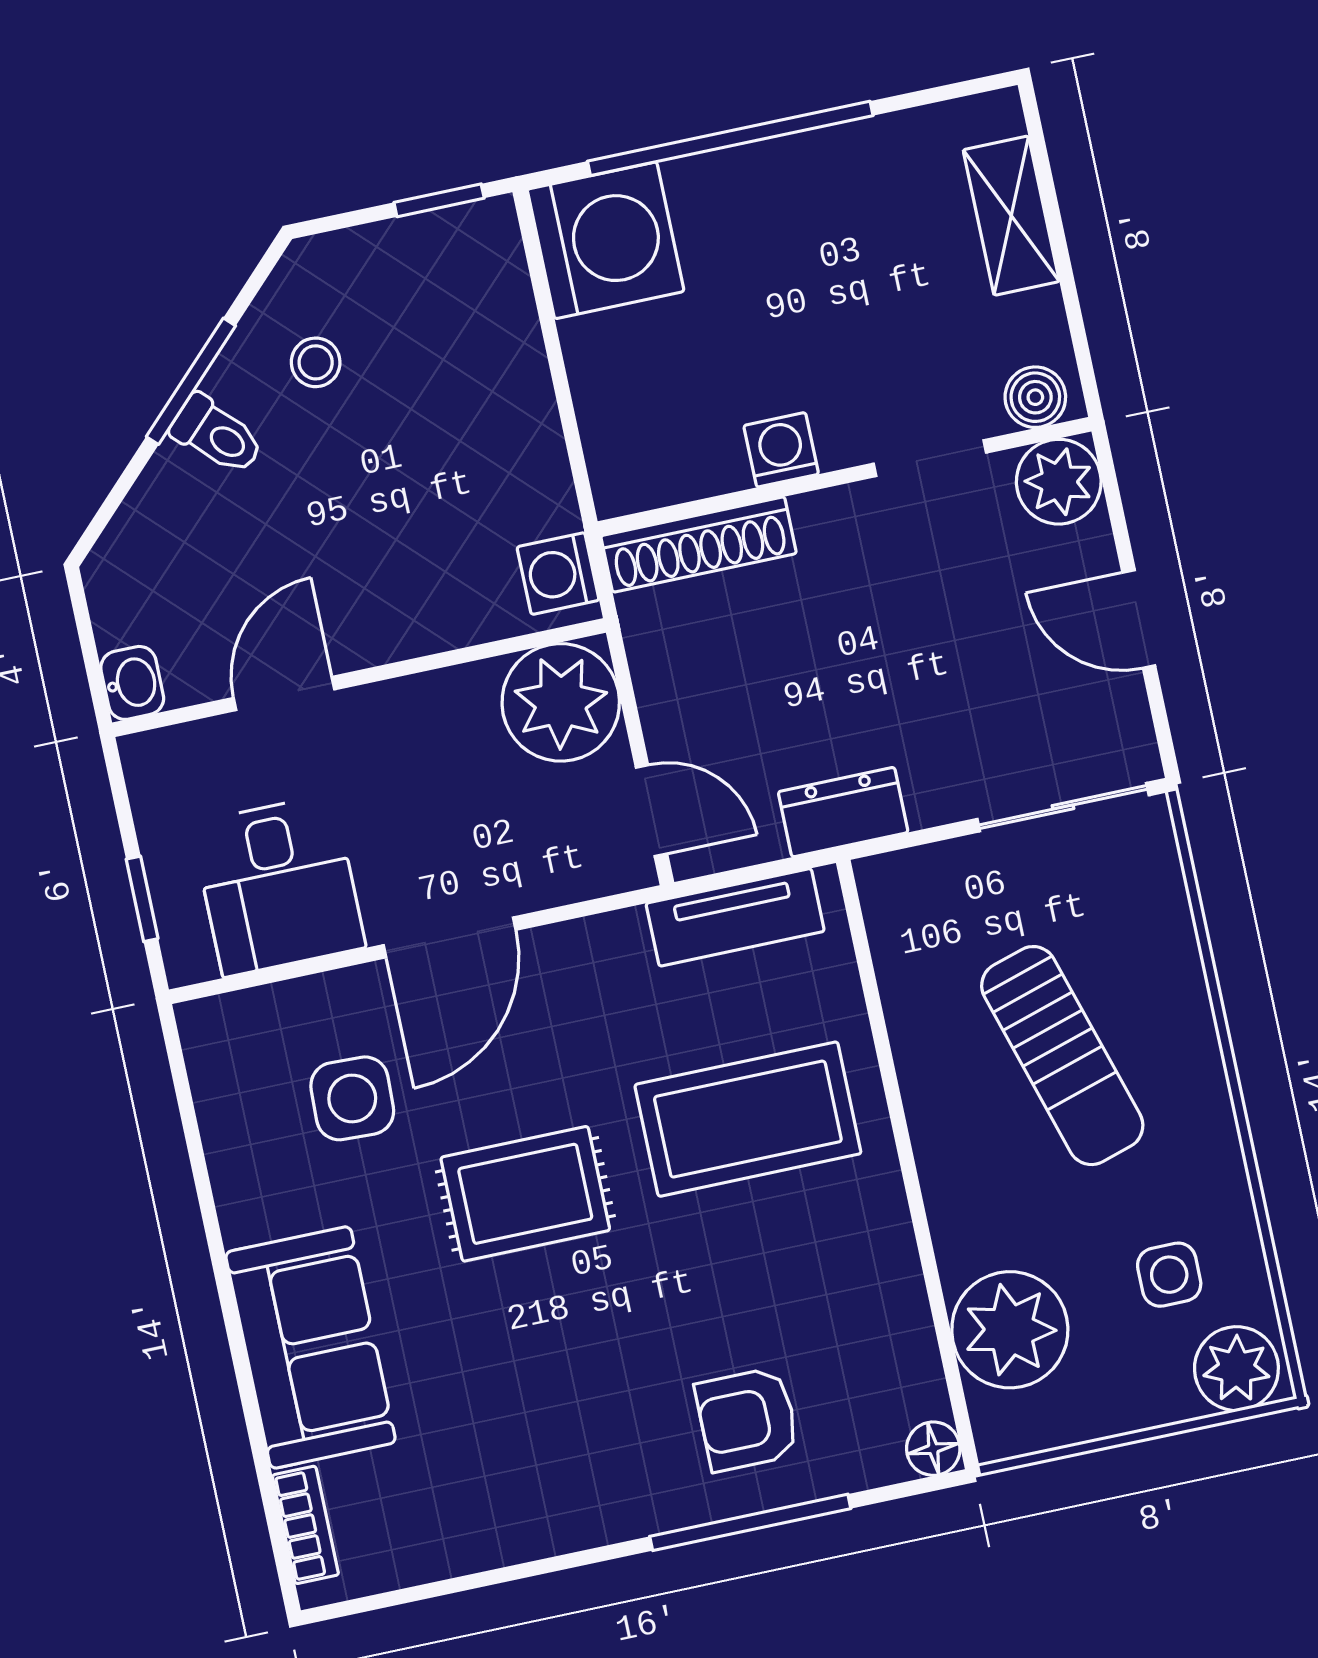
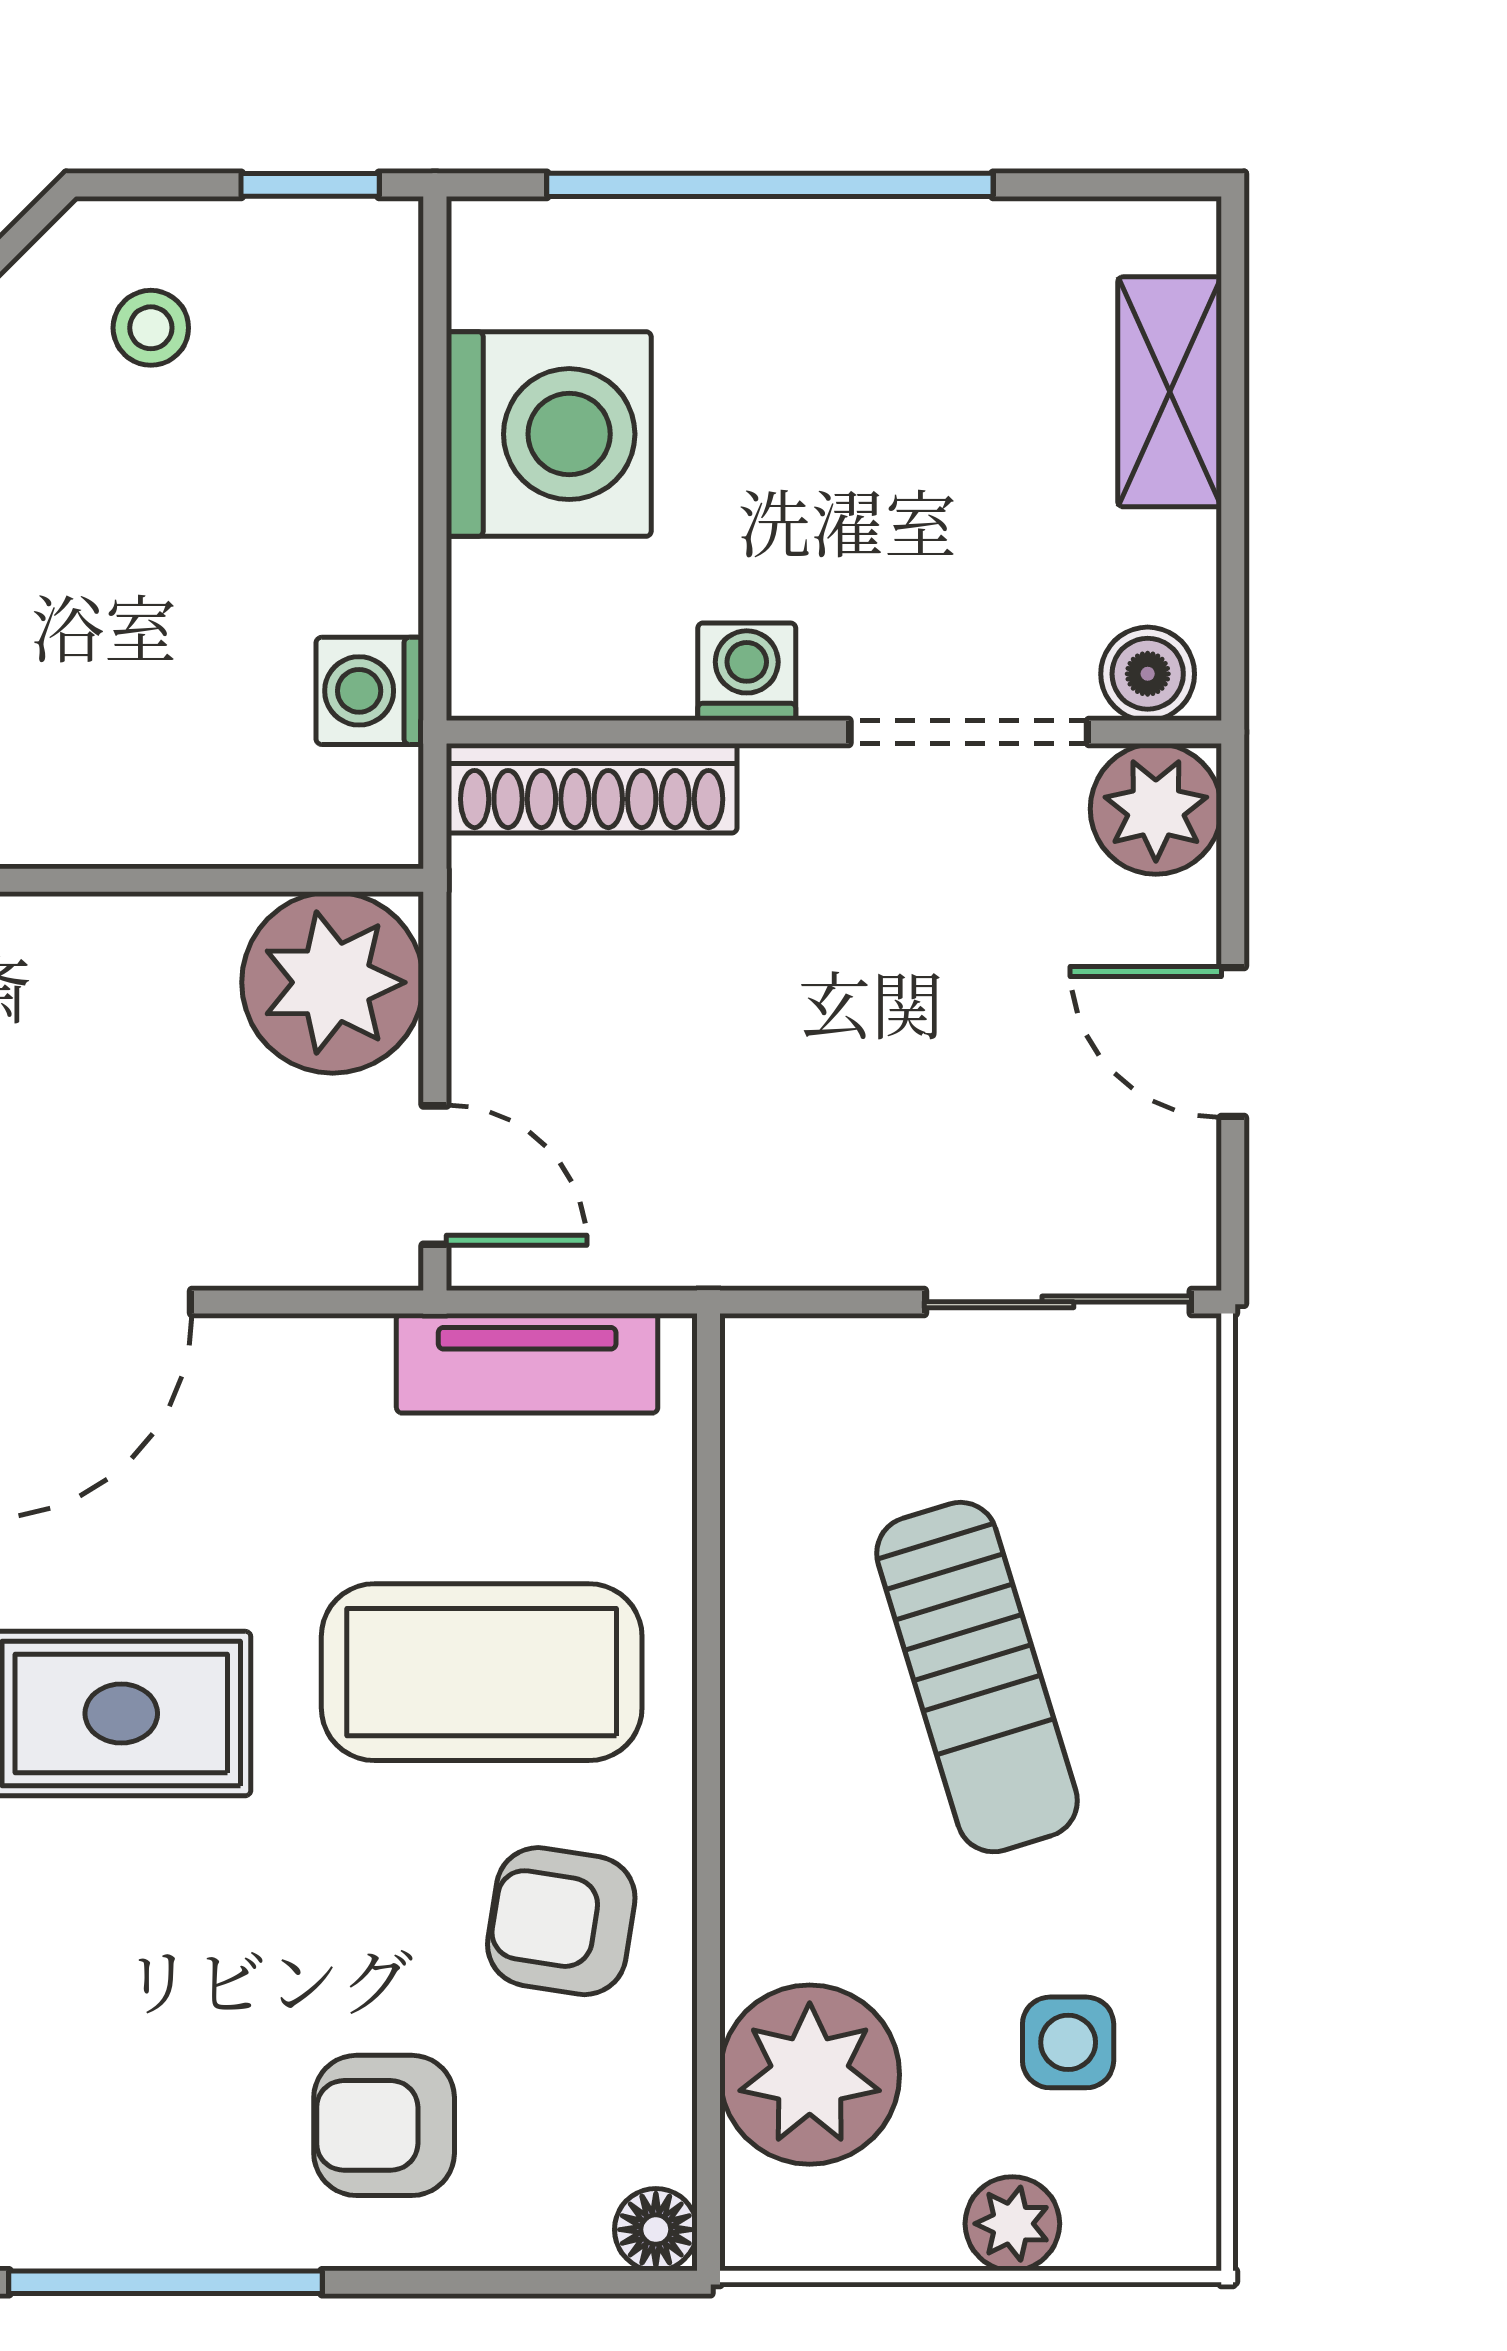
washing machine: (606, 240) -> (549, 434), moved
stool: (316, 362) -> (151, 328), moved
doorway: (930, 458) -> (969, 732), width x1.38
washing machine: (558, 574) -> (370, 691), moved
dresser: (843, 812) -> (724, 1239), removed
armchair: (832, 1266) -> (561, 1921), added
plant: (1236, 1369) -> (1012, 2224), moved, width x0.73, depth x0.73
window: (750, 1522) -> (166, 2282), moved

